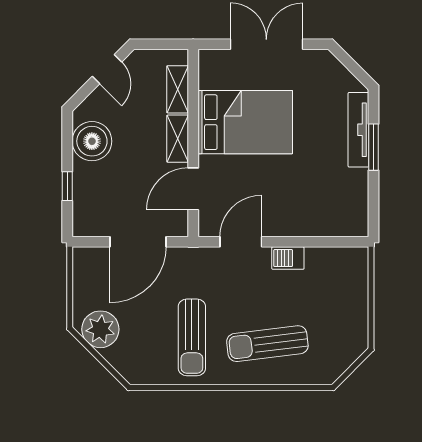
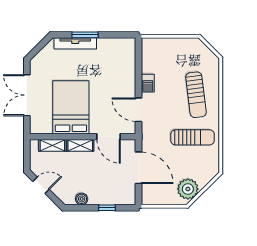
boiler: (92, 141) -> (82, 199), width x0.54, depth x0.54

